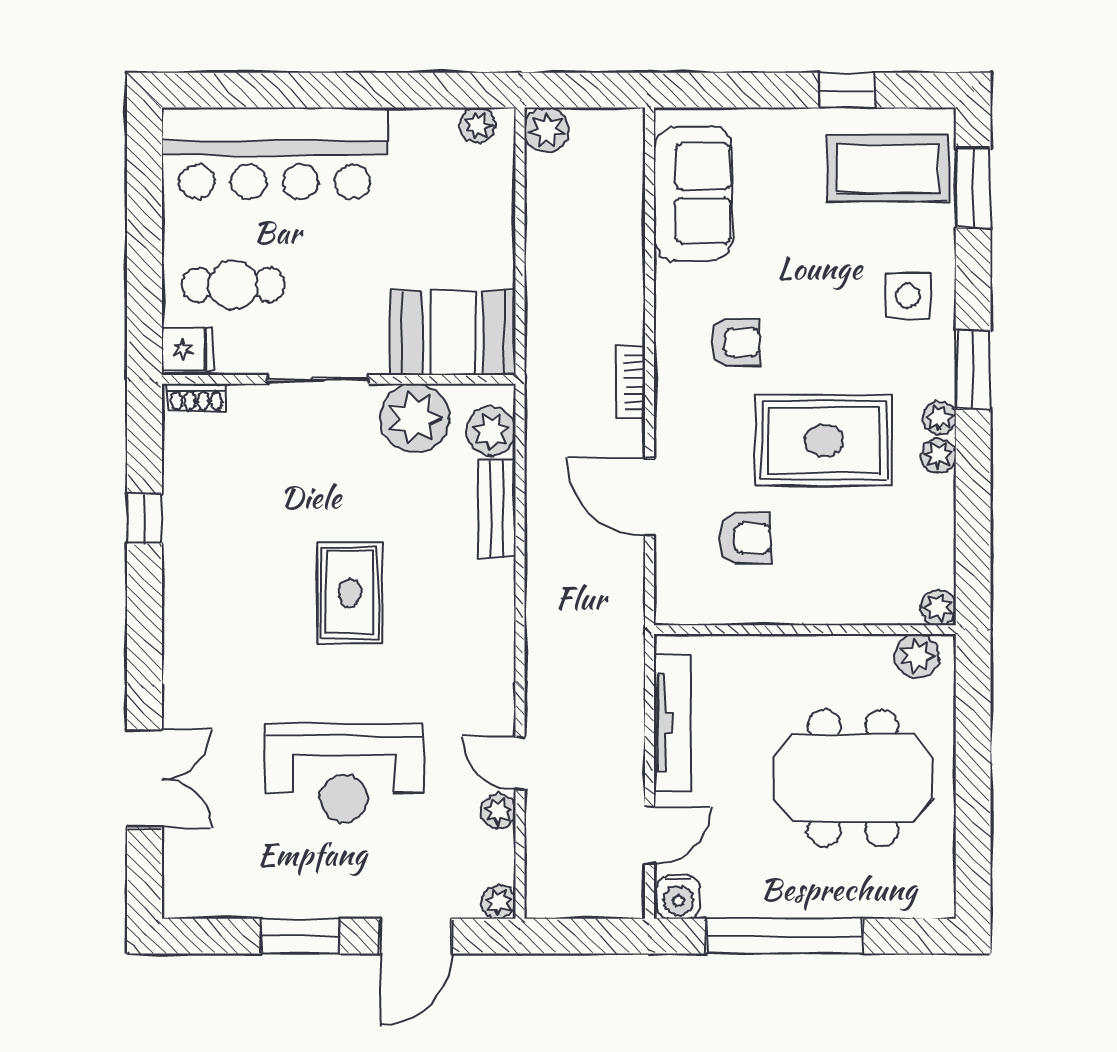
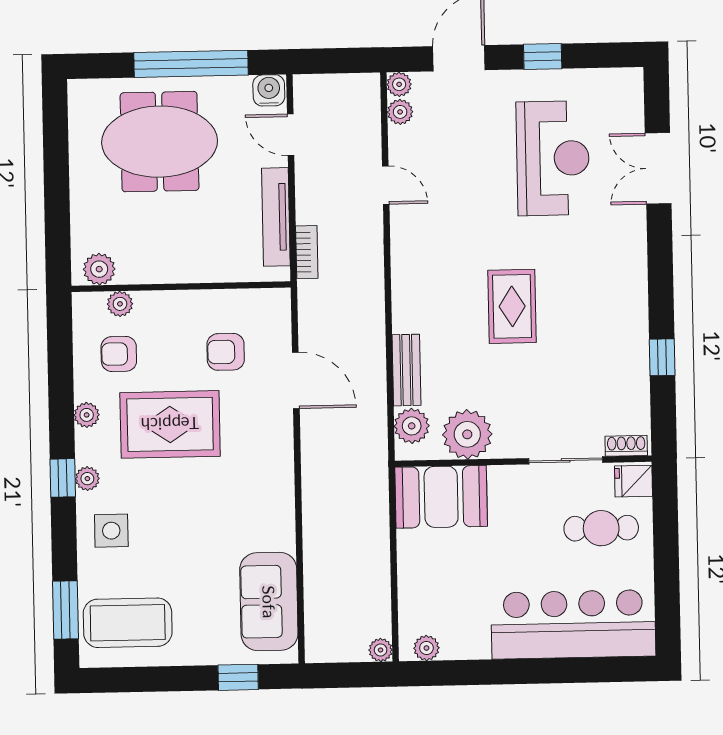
window: (847, 90) -> (238, 677), moved
plant: (547, 130) -> (381, 650), width x0.73, depth x0.73
armchair: (735, 342) -> (119, 354), moved
window: (973, 370) -> (63, 478), width x0.67
sliding door: (318, 379) -> (566, 460), moved
bookcase: (631, 382) -> (307, 252), moved
plant: (939, 418) -> (87, 479), moved
plant: (938, 608) -> (120, 304), moved
reception desk: (343, 773) -> (553, 158), moved, turned 90
meeting table: (853, 778) -> (160, 142), moved
plant: (498, 811) -> (400, 112), moved
door: (649, 836) -> (291, 135), hinge flipped
window: (300, 936) -> (543, 56), width x0.67

